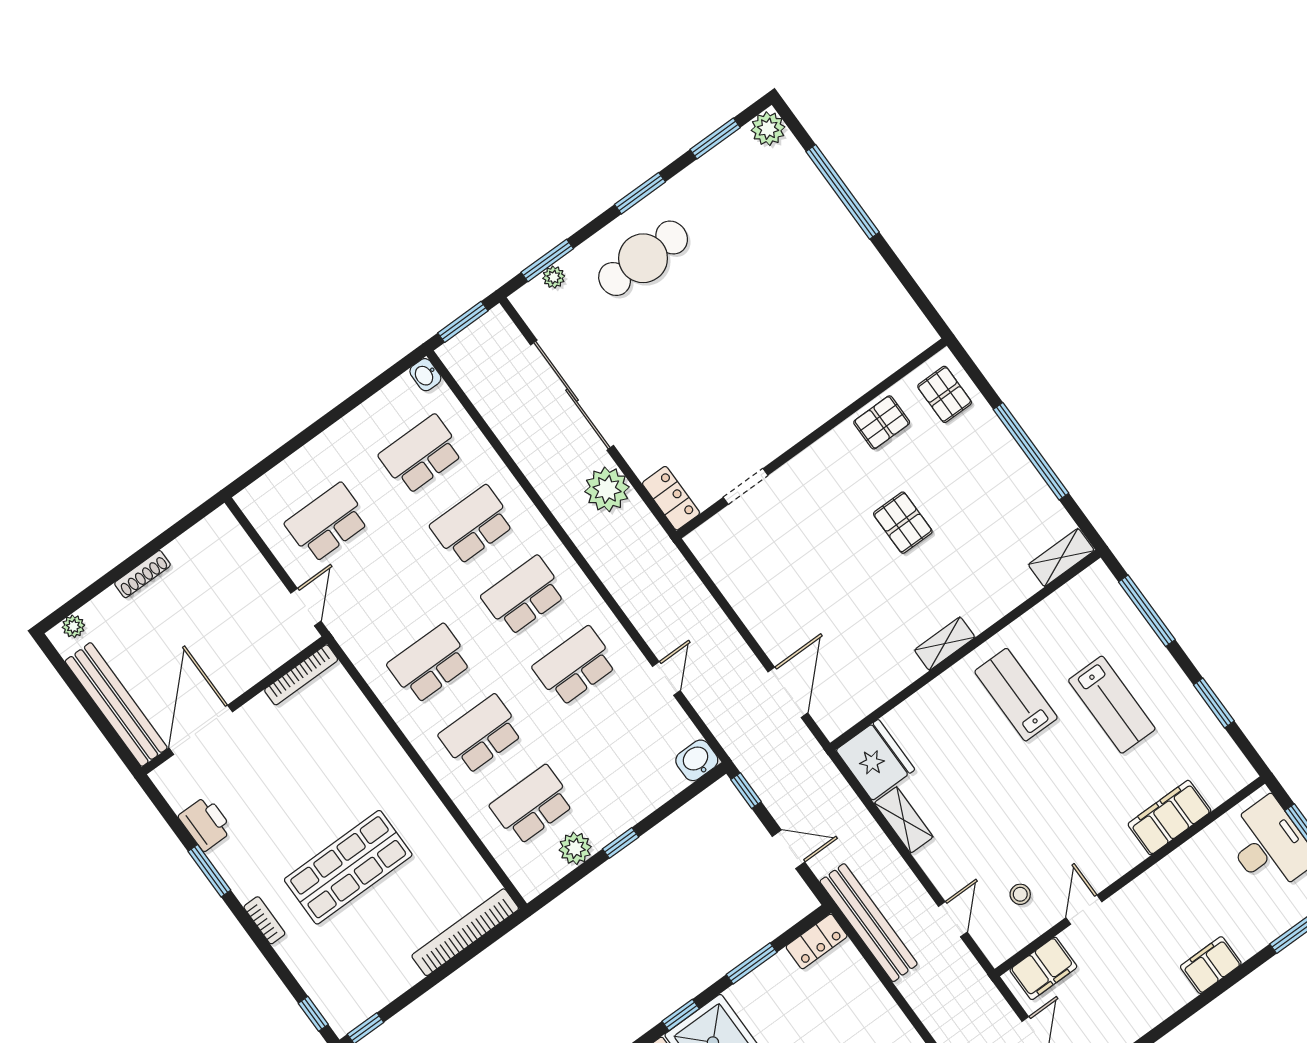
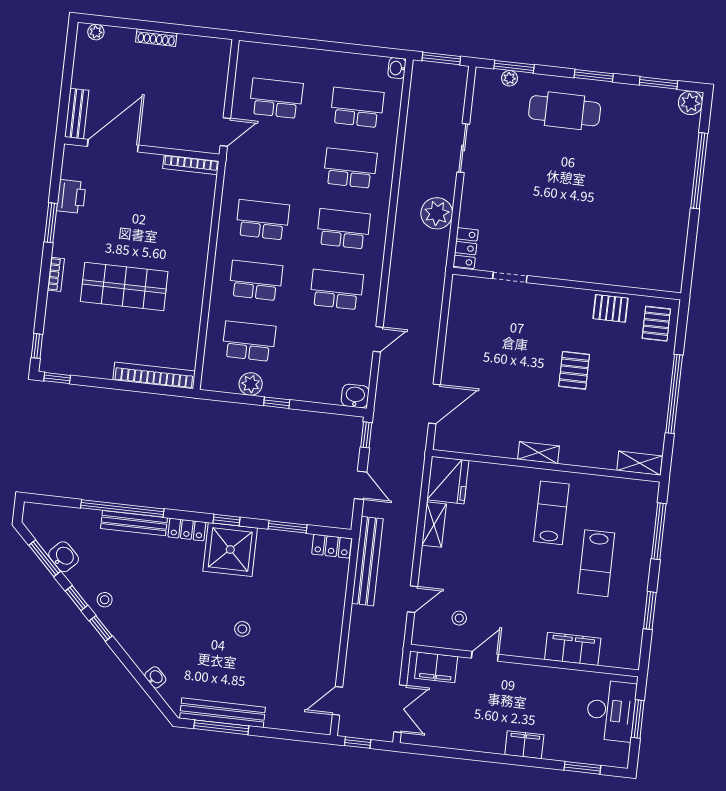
sliding door: (572, 395) -> (463, 148), width x0.54
bench: (116, 704) -> (77, 114), width x0.54, depth x0.82

